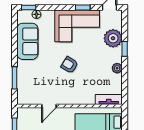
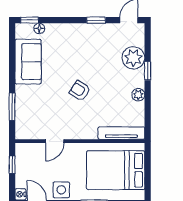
corner sofa: (77, 26) -> (89, 43), removed
tv unit: (109, 99) -> (121, 133), width x1.41

